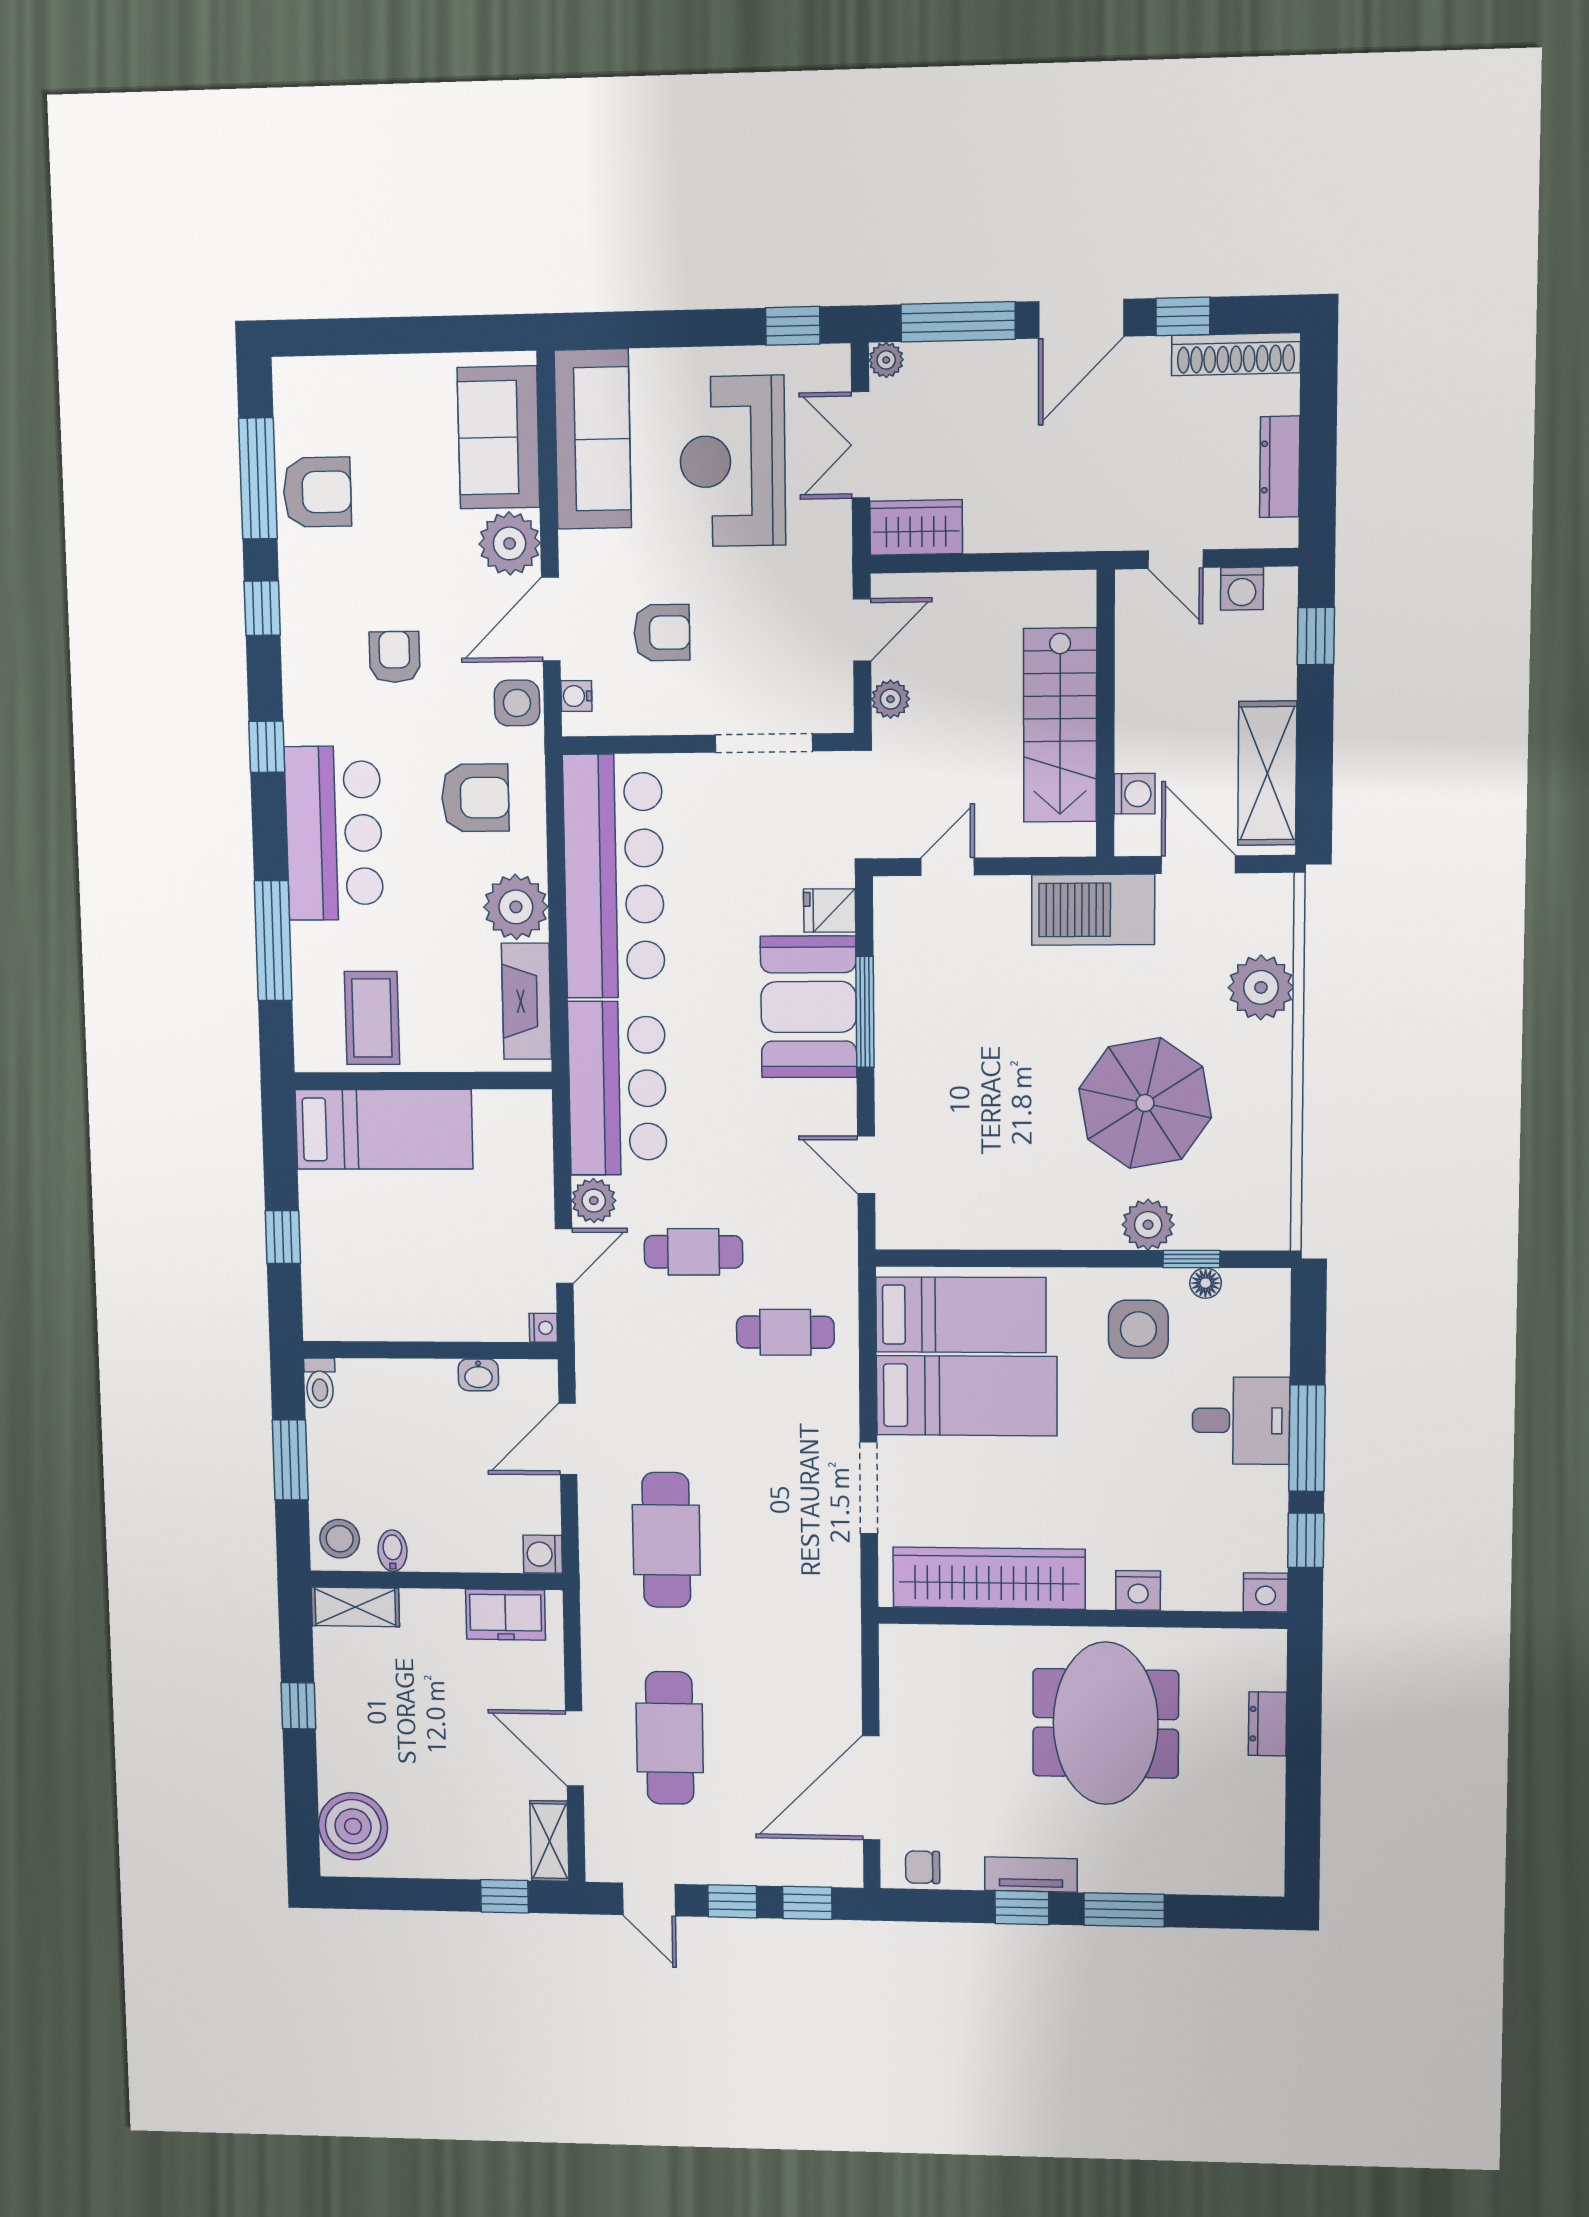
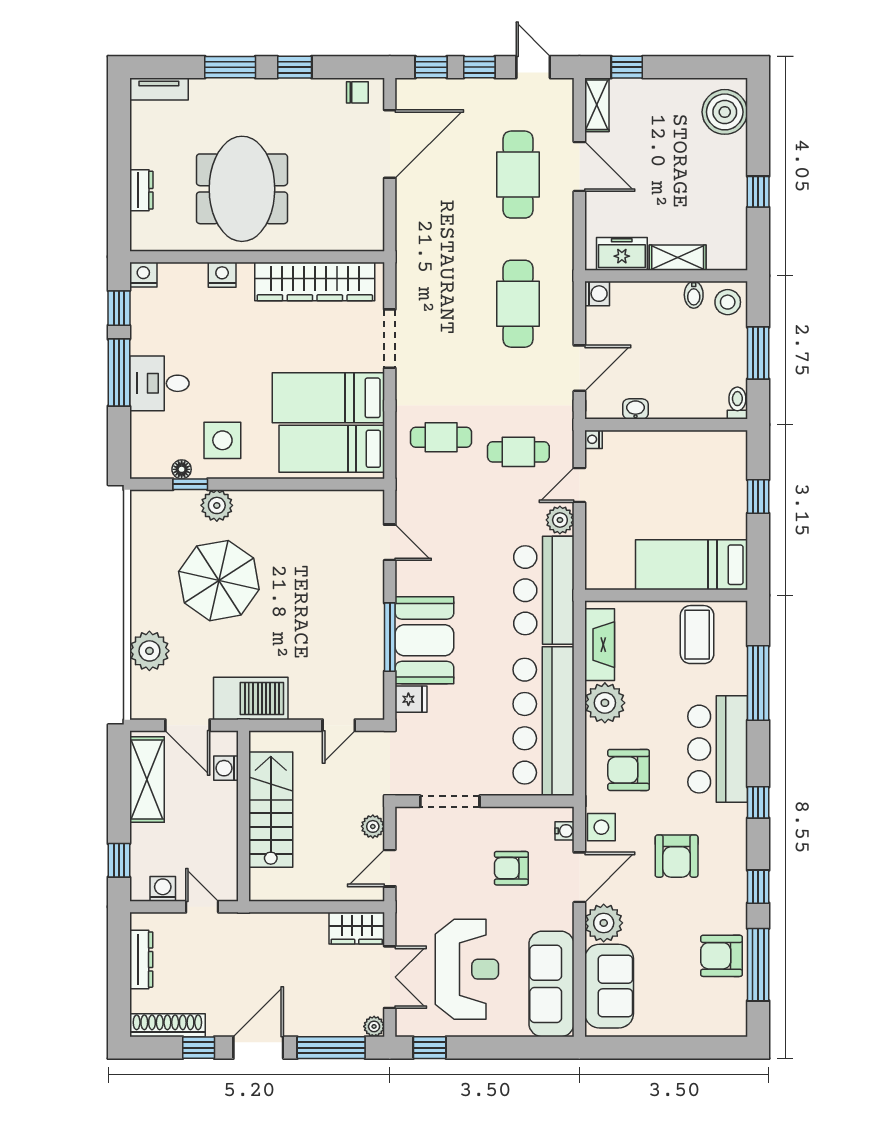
armchair: (394, 657) -> (677, 856), width x1.38, depth x1.38
cafe table: (693, 1252) -> (518, 452), moved
shelving: (355, 1607) -> (678, 258), moved
tv unit: (1031, 1875) -> (159, 89), moved

